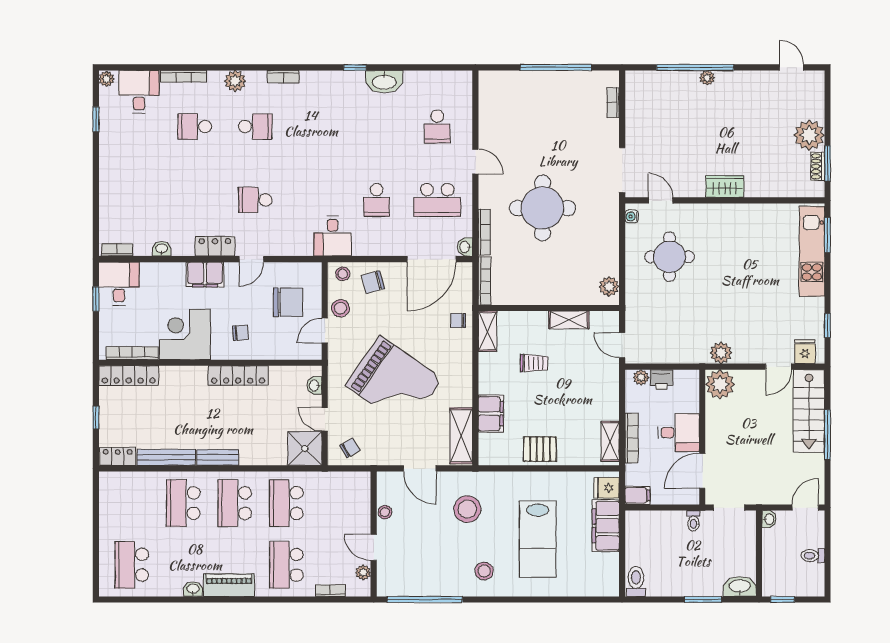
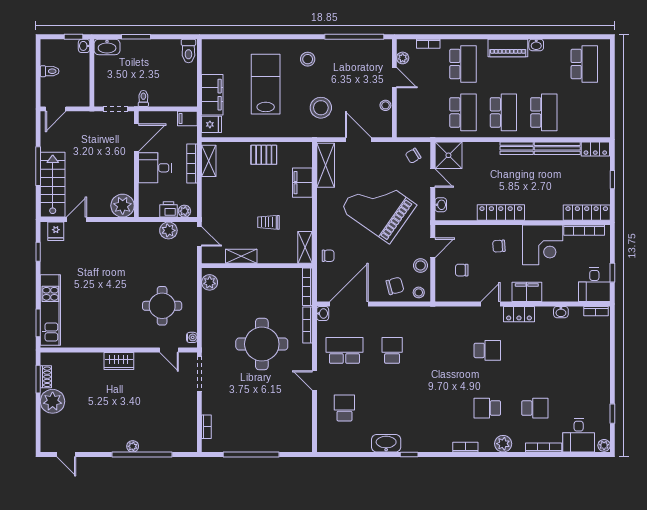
desk: (333, 236) -> (427, 322), removed
chair: (288, 302) -> (462, 270), width x0.54, depth x0.54
plant: (721, 353) -> (168, 230), moved
washbasin: (769, 519) -> (84, 46), moved

